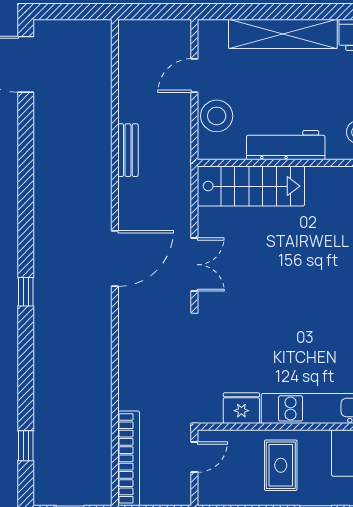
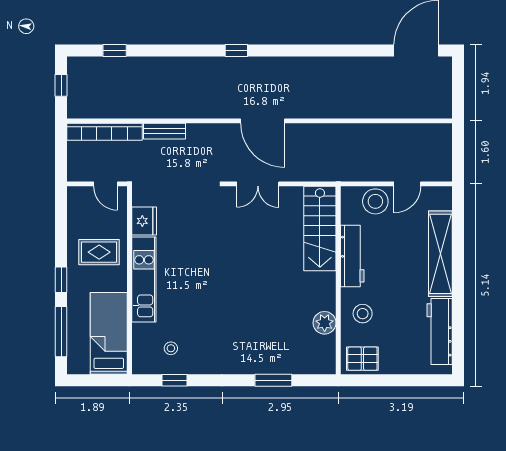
door: (194, 76) -> (407, 184), swing flipped
bench: (128, 150) -> (165, 131), moved

